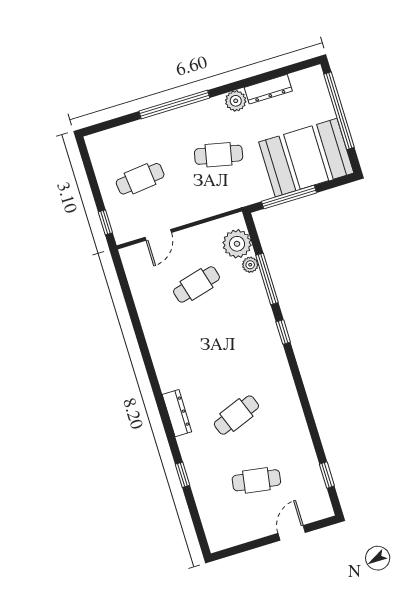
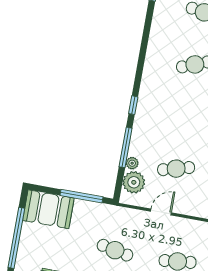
booth: (306, 158) -> (48, 209), width x0.73, depth x0.70
door: (158, 235) -> (161, 212), moved

